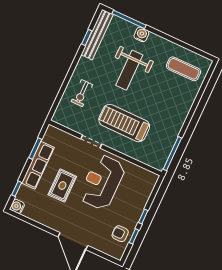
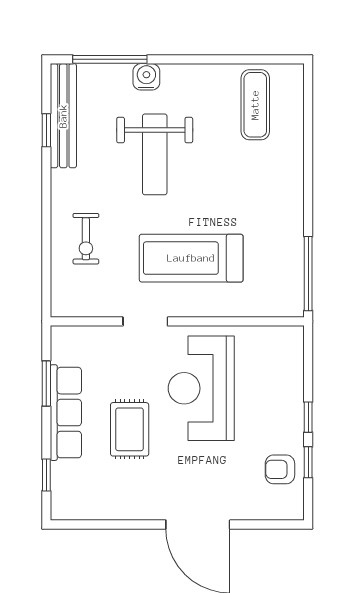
exercise mat: (183, 69) -> (255, 105), turned 90
water cooler: (17, 206) -> (63, 508), removed

